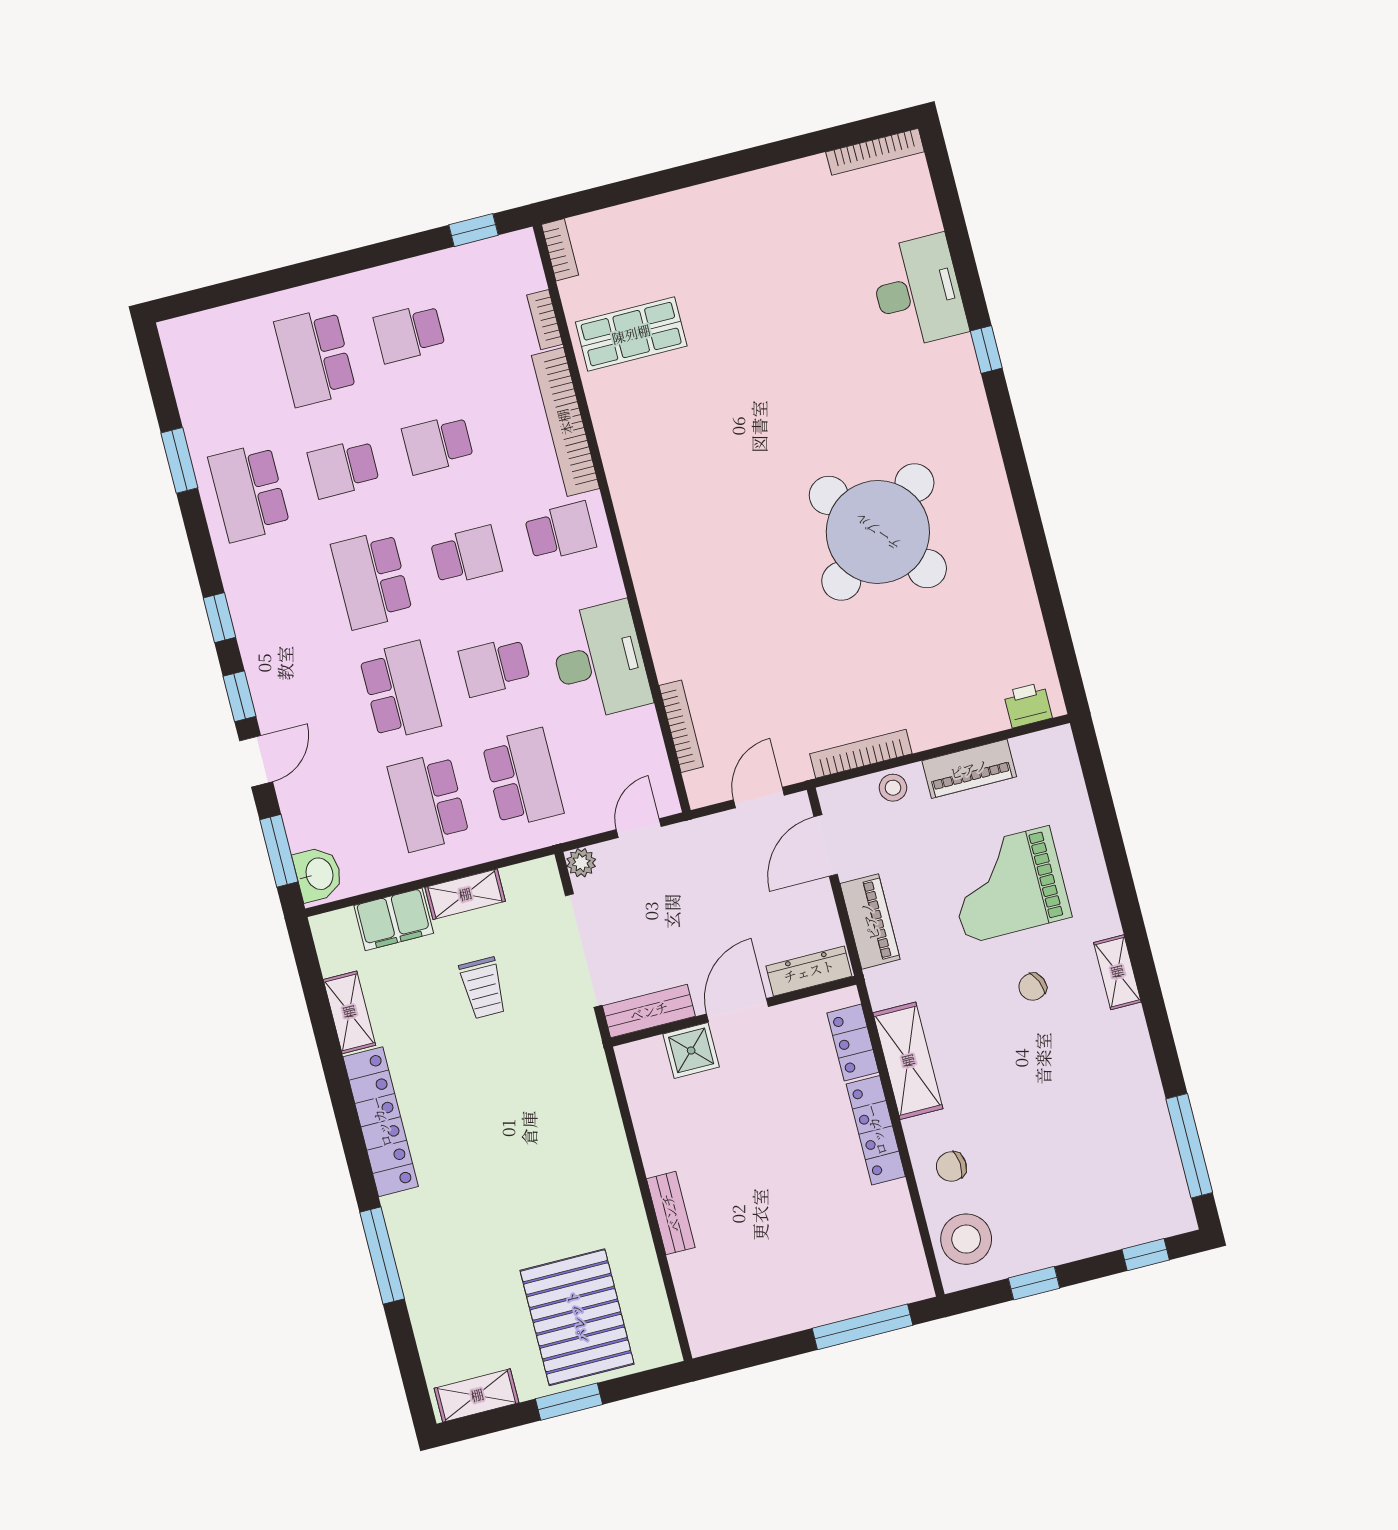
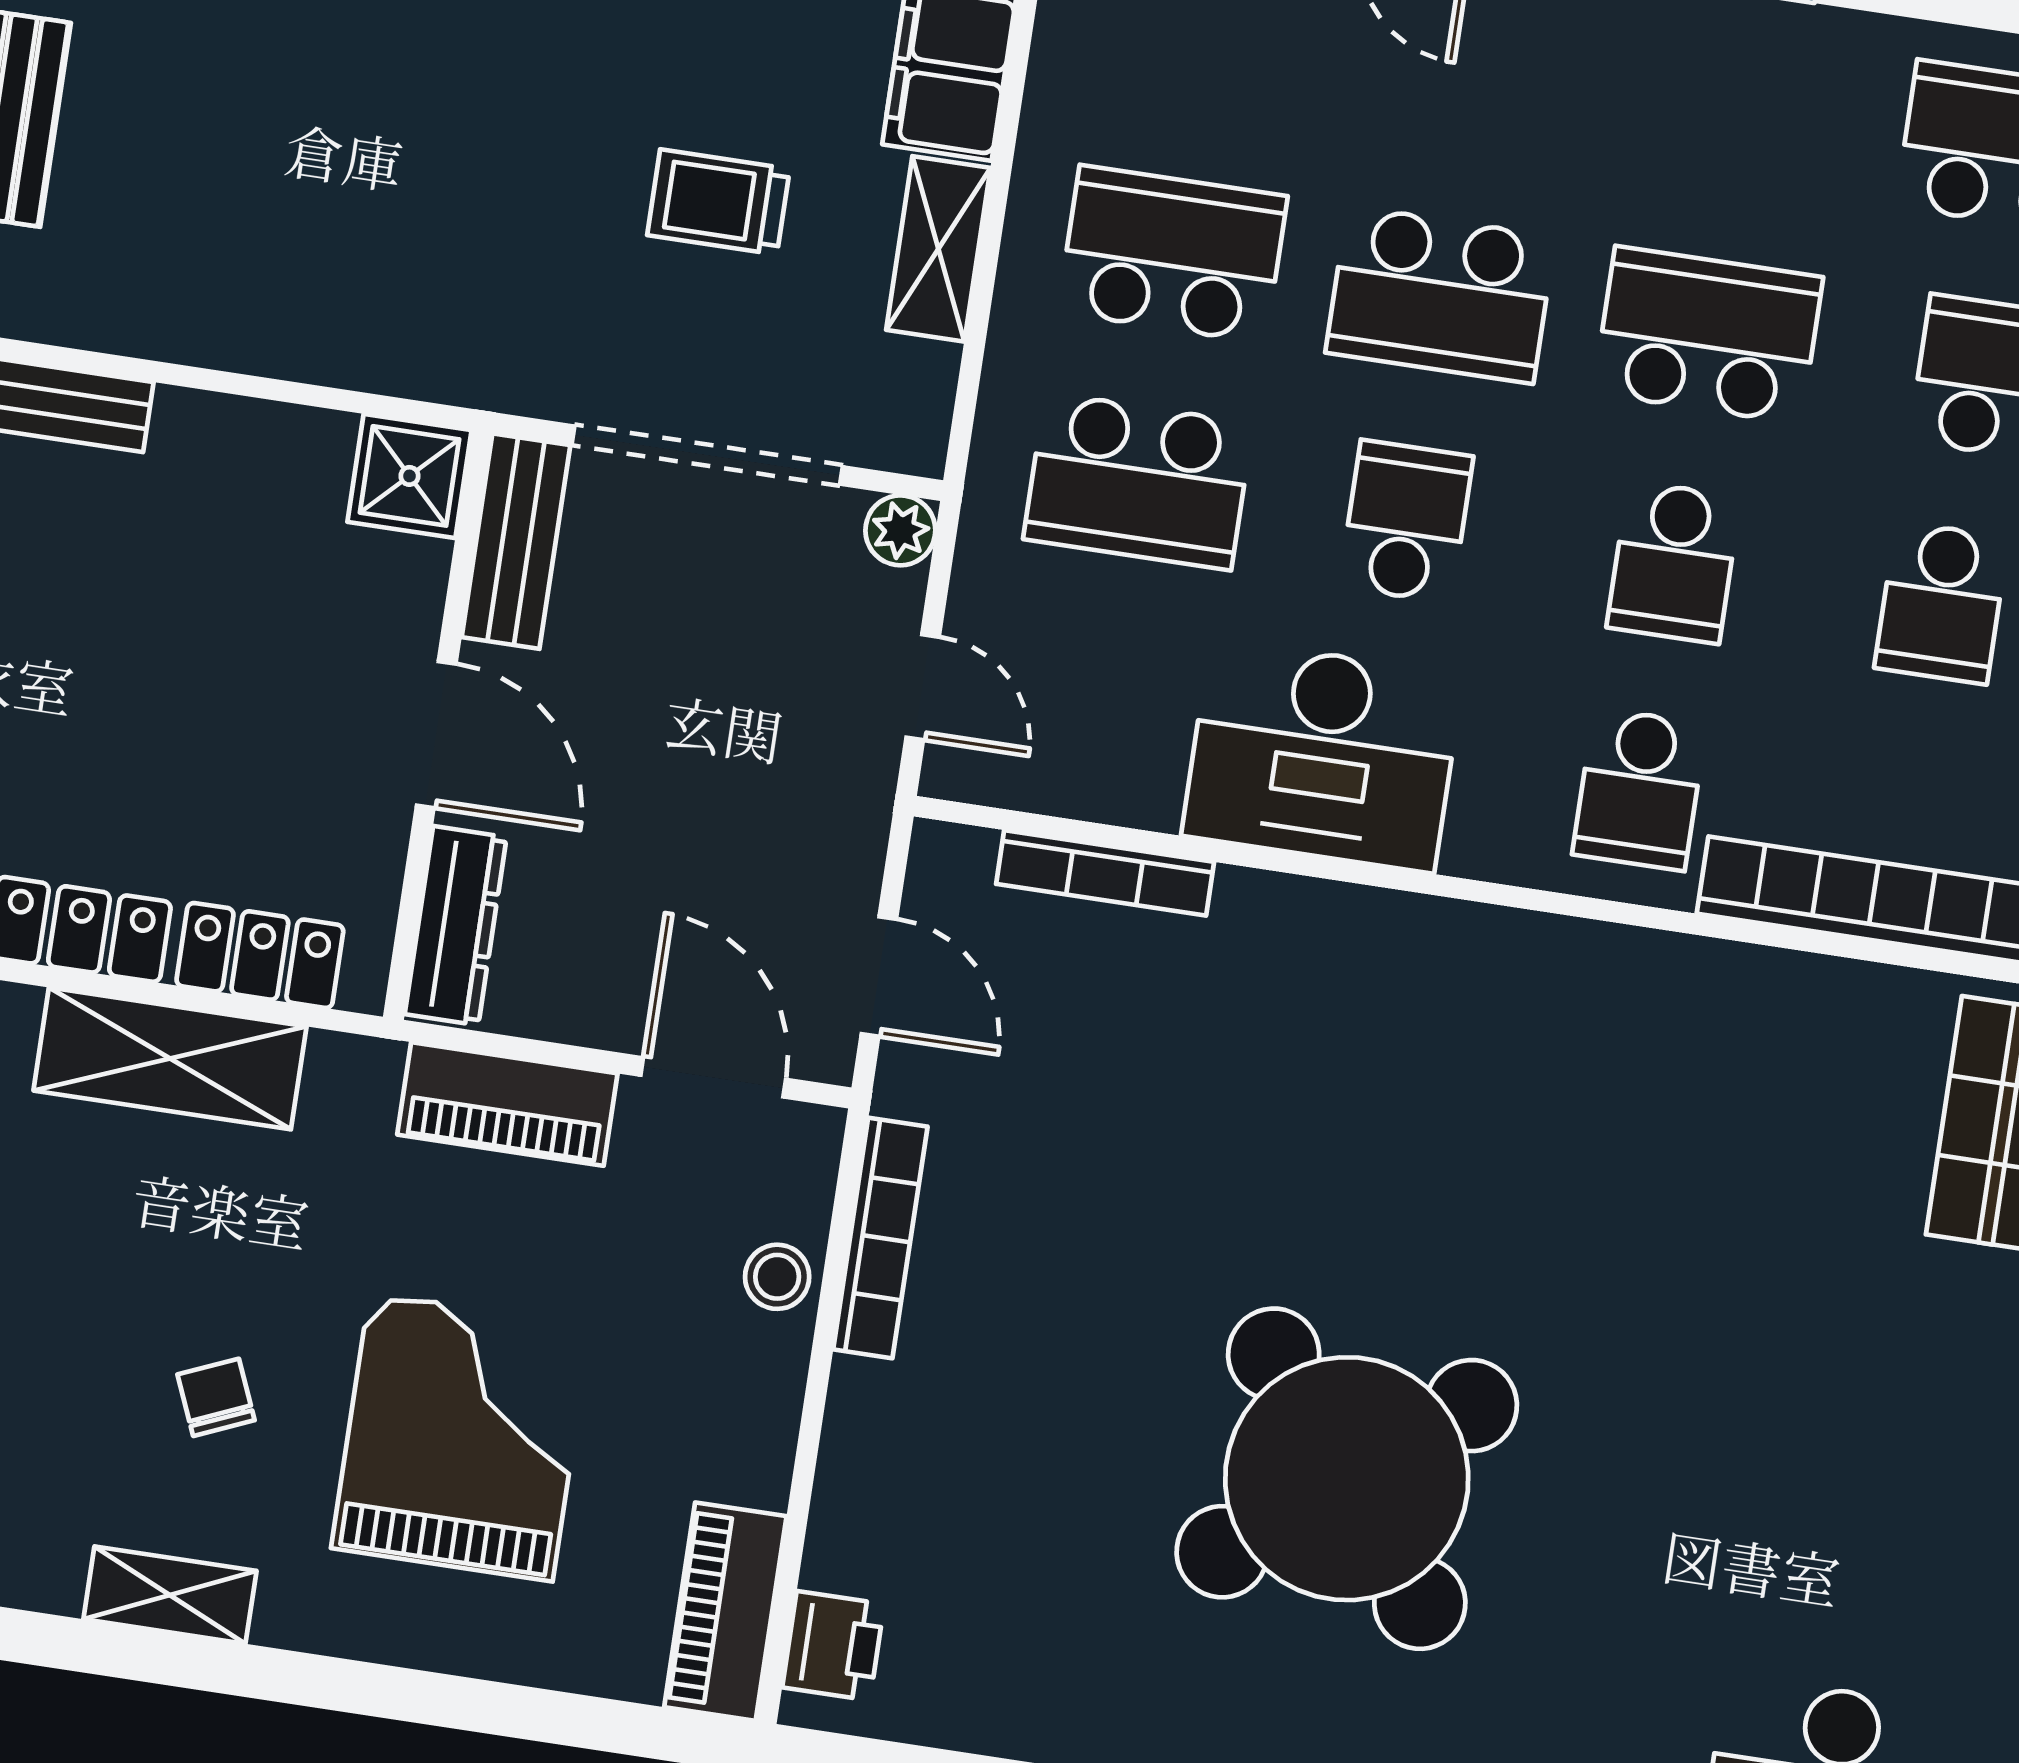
school desk: (438, 444) -> (1942, 603), turned 180
piano: (969, 769) -> (725, 1612), moved
shower: (691, 1050) -> (409, 476), moved

